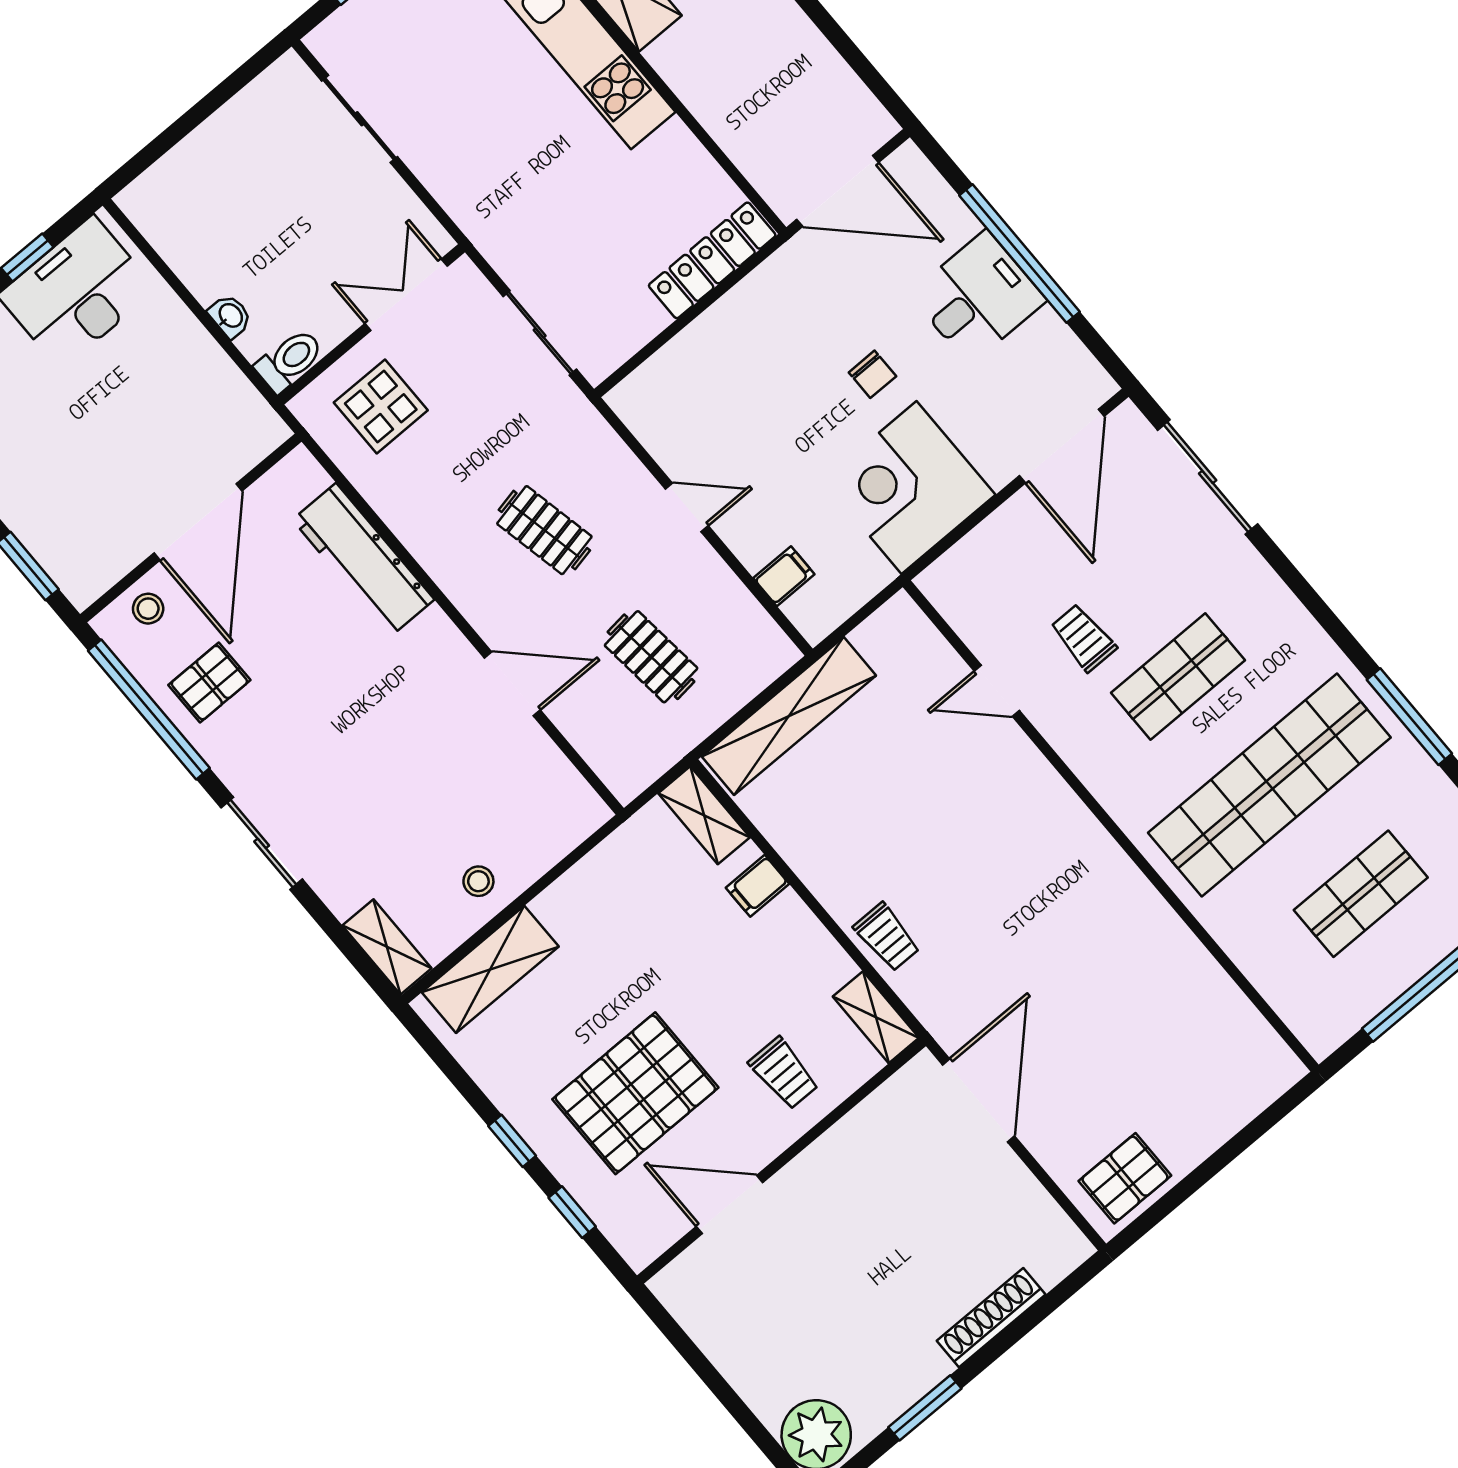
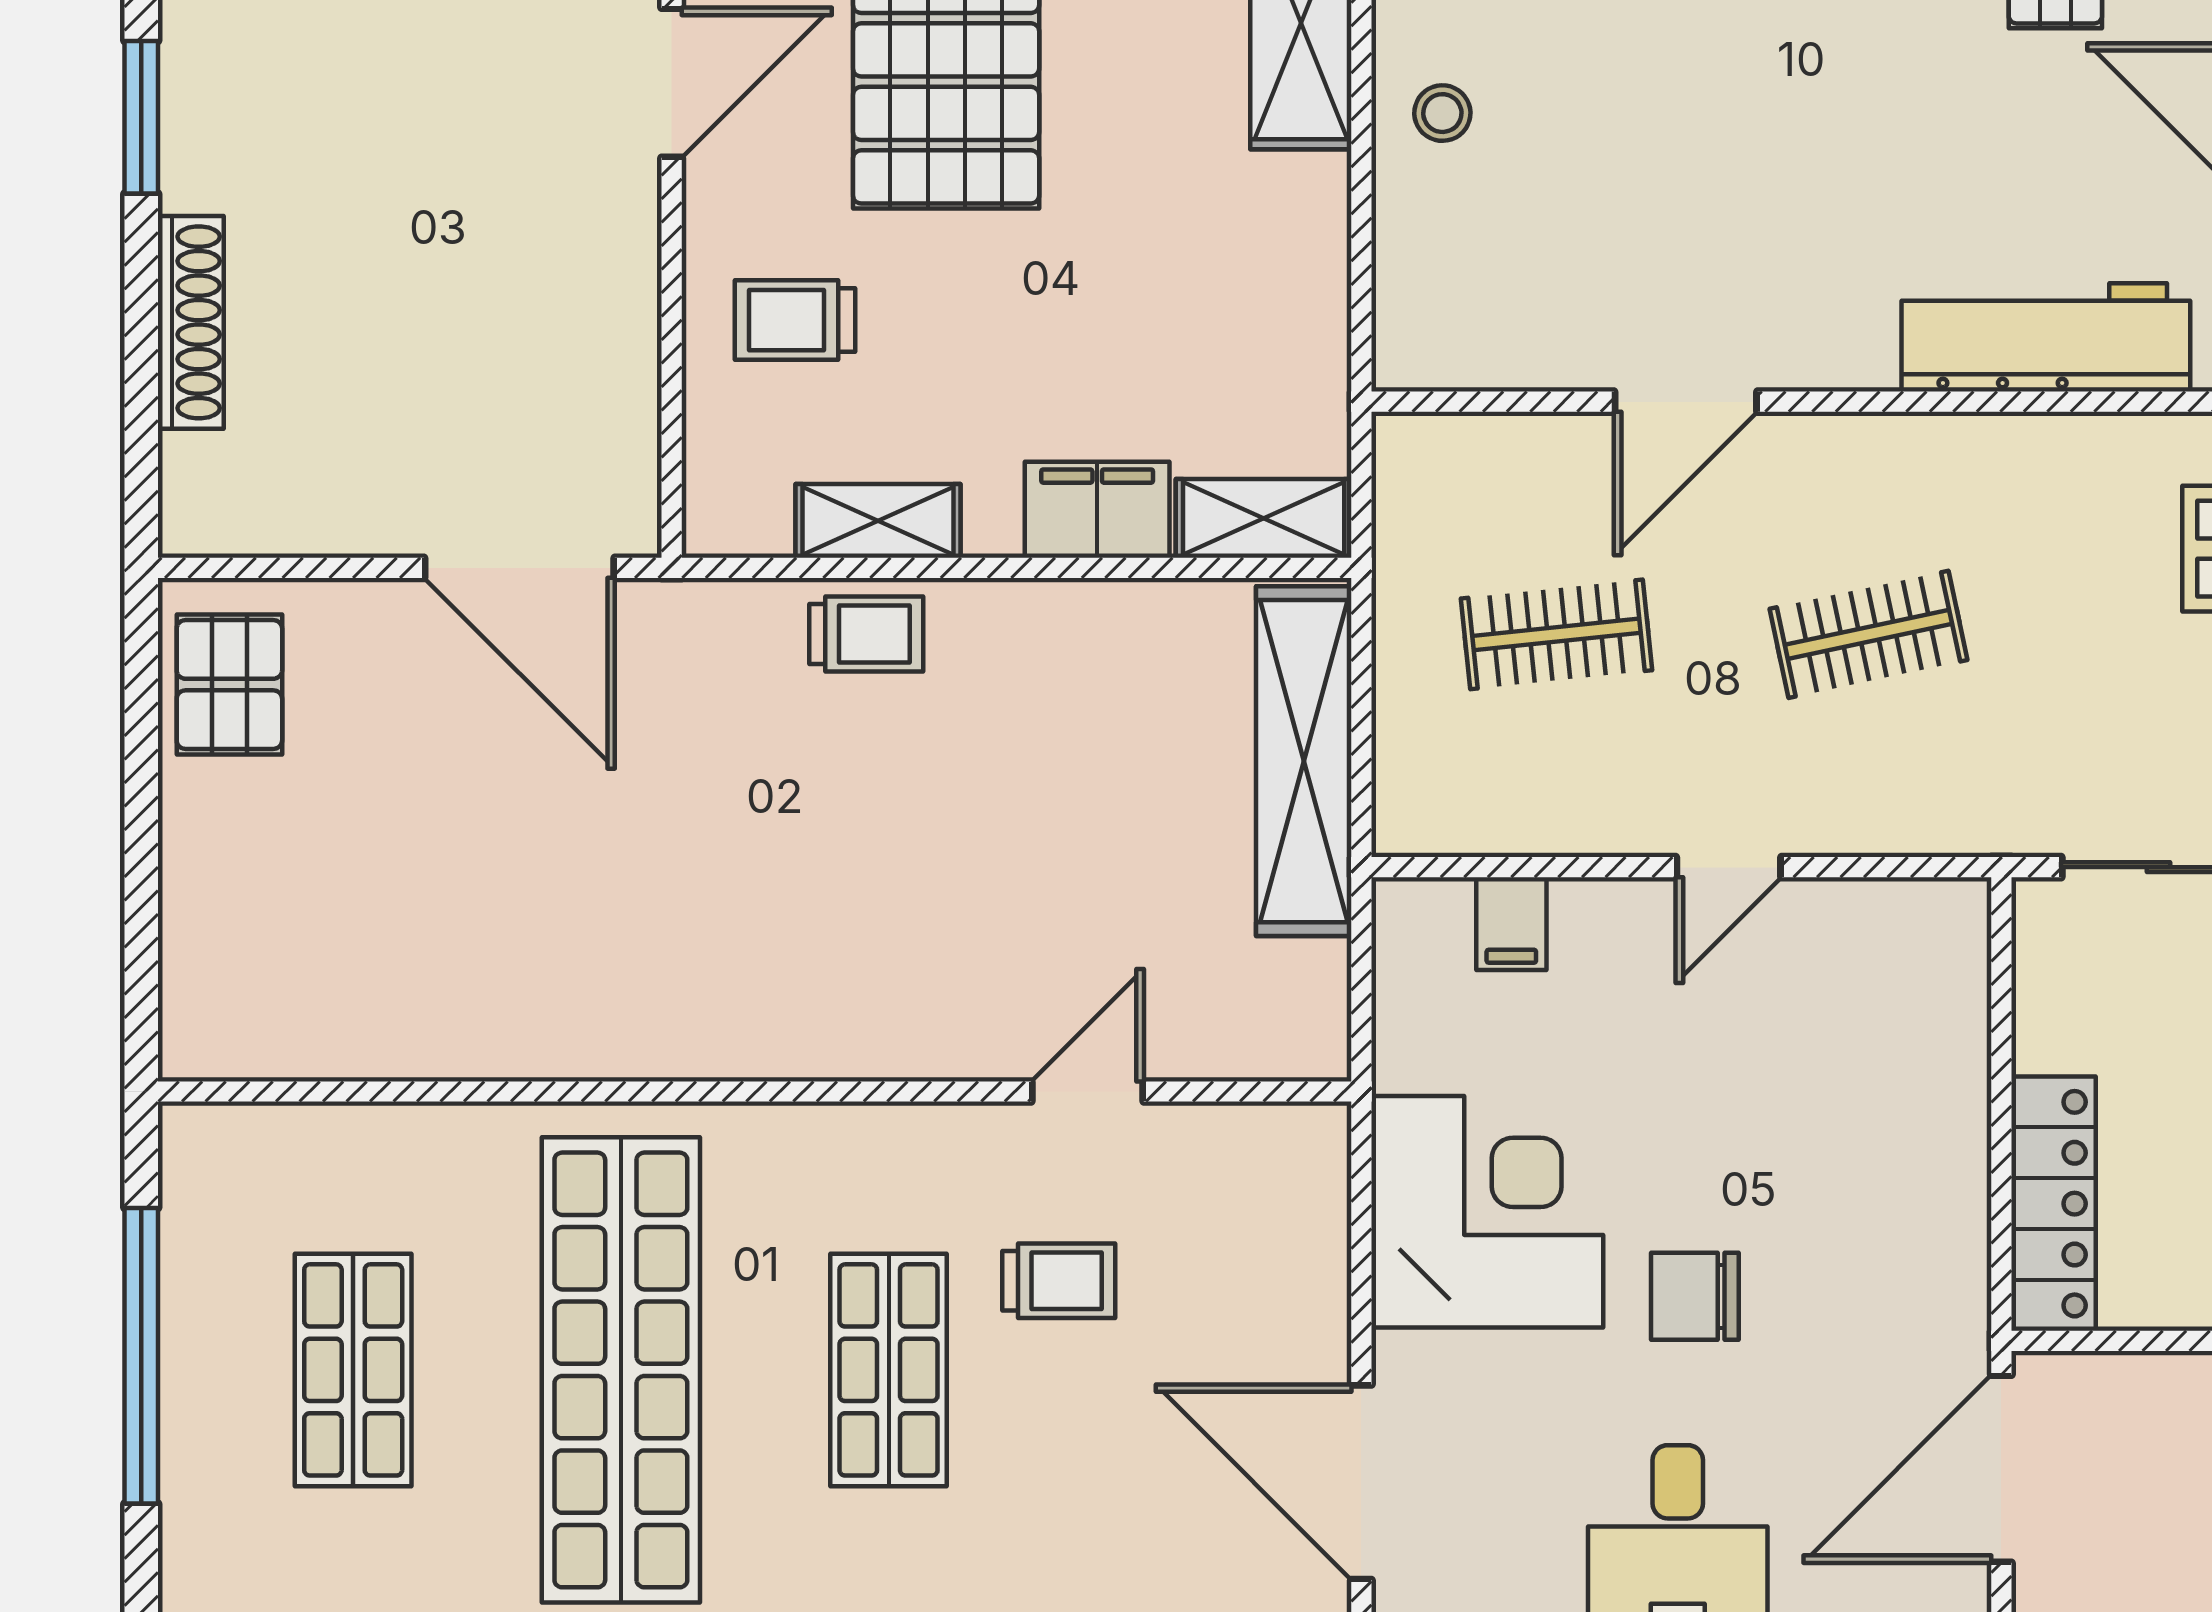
chair: (872, 374) -> (1695, 1296), width x1.37, depth x1.37
filing cabinet: (757, 886) -> (1097, 510), width x2.00
trolley: (887, 937) -> (866, 634), turned 180
shelving: (876, 1017) -> (878, 521), moved

